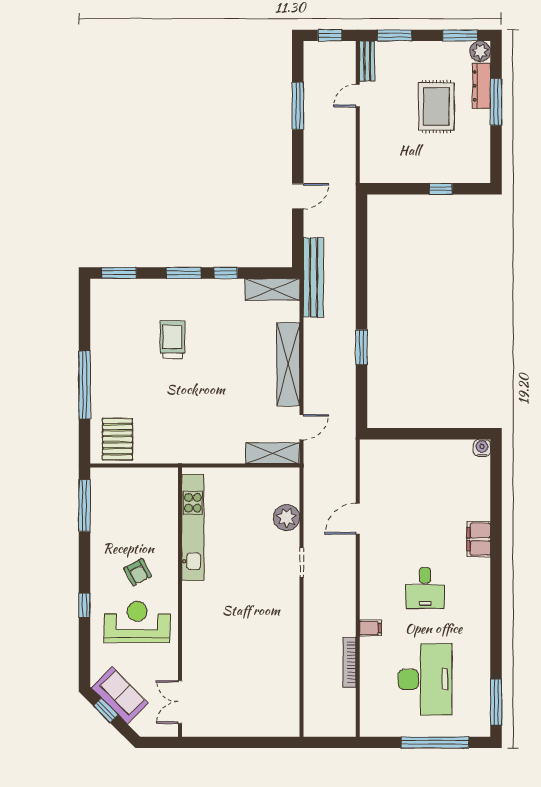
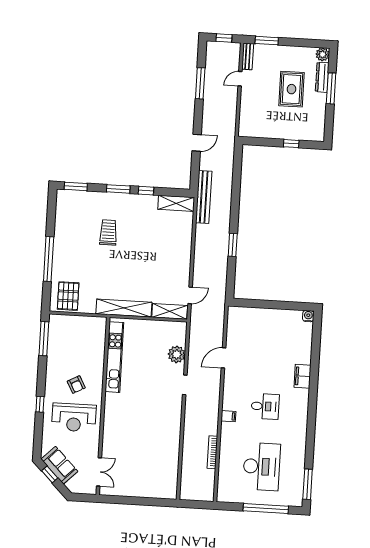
window: (460, 35) -> (310, 43), removed
shelving: (288, 364) -> (124, 308), moved, turned 90
desk: (425, 588) -> (265, 406), turned -90
reception desk: (137, 622) -> (74, 417), turned 180
filing cabinet: (370, 628) -> (228, 416), moved
double door: (180, 702) -> (99, 472), swing flipped

